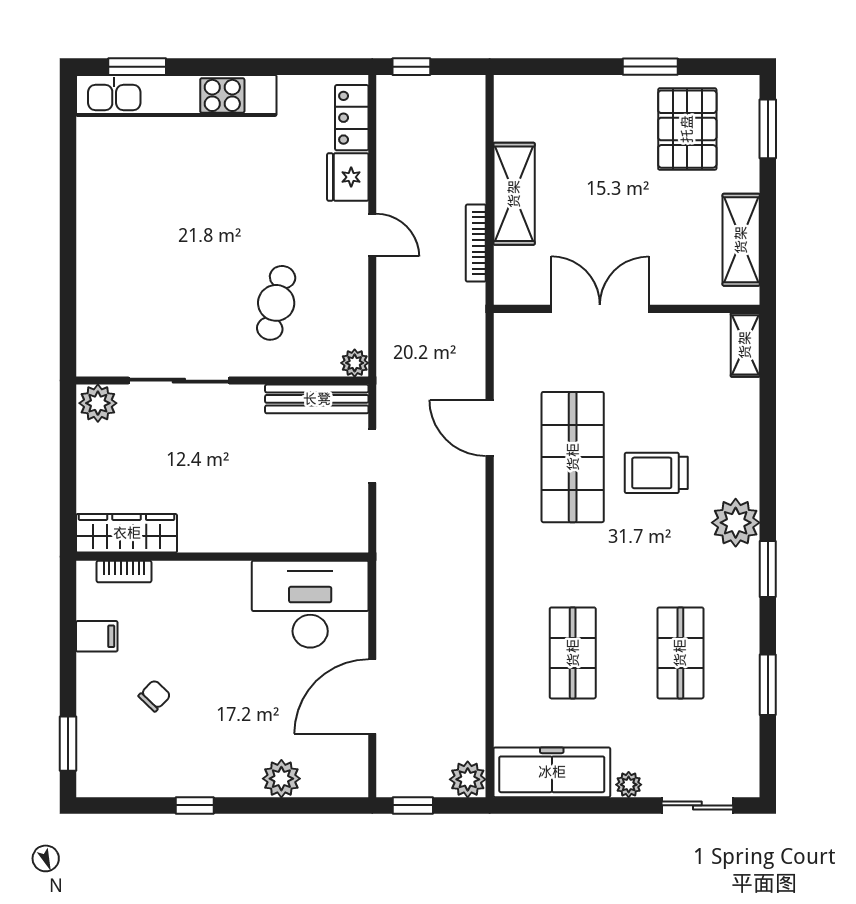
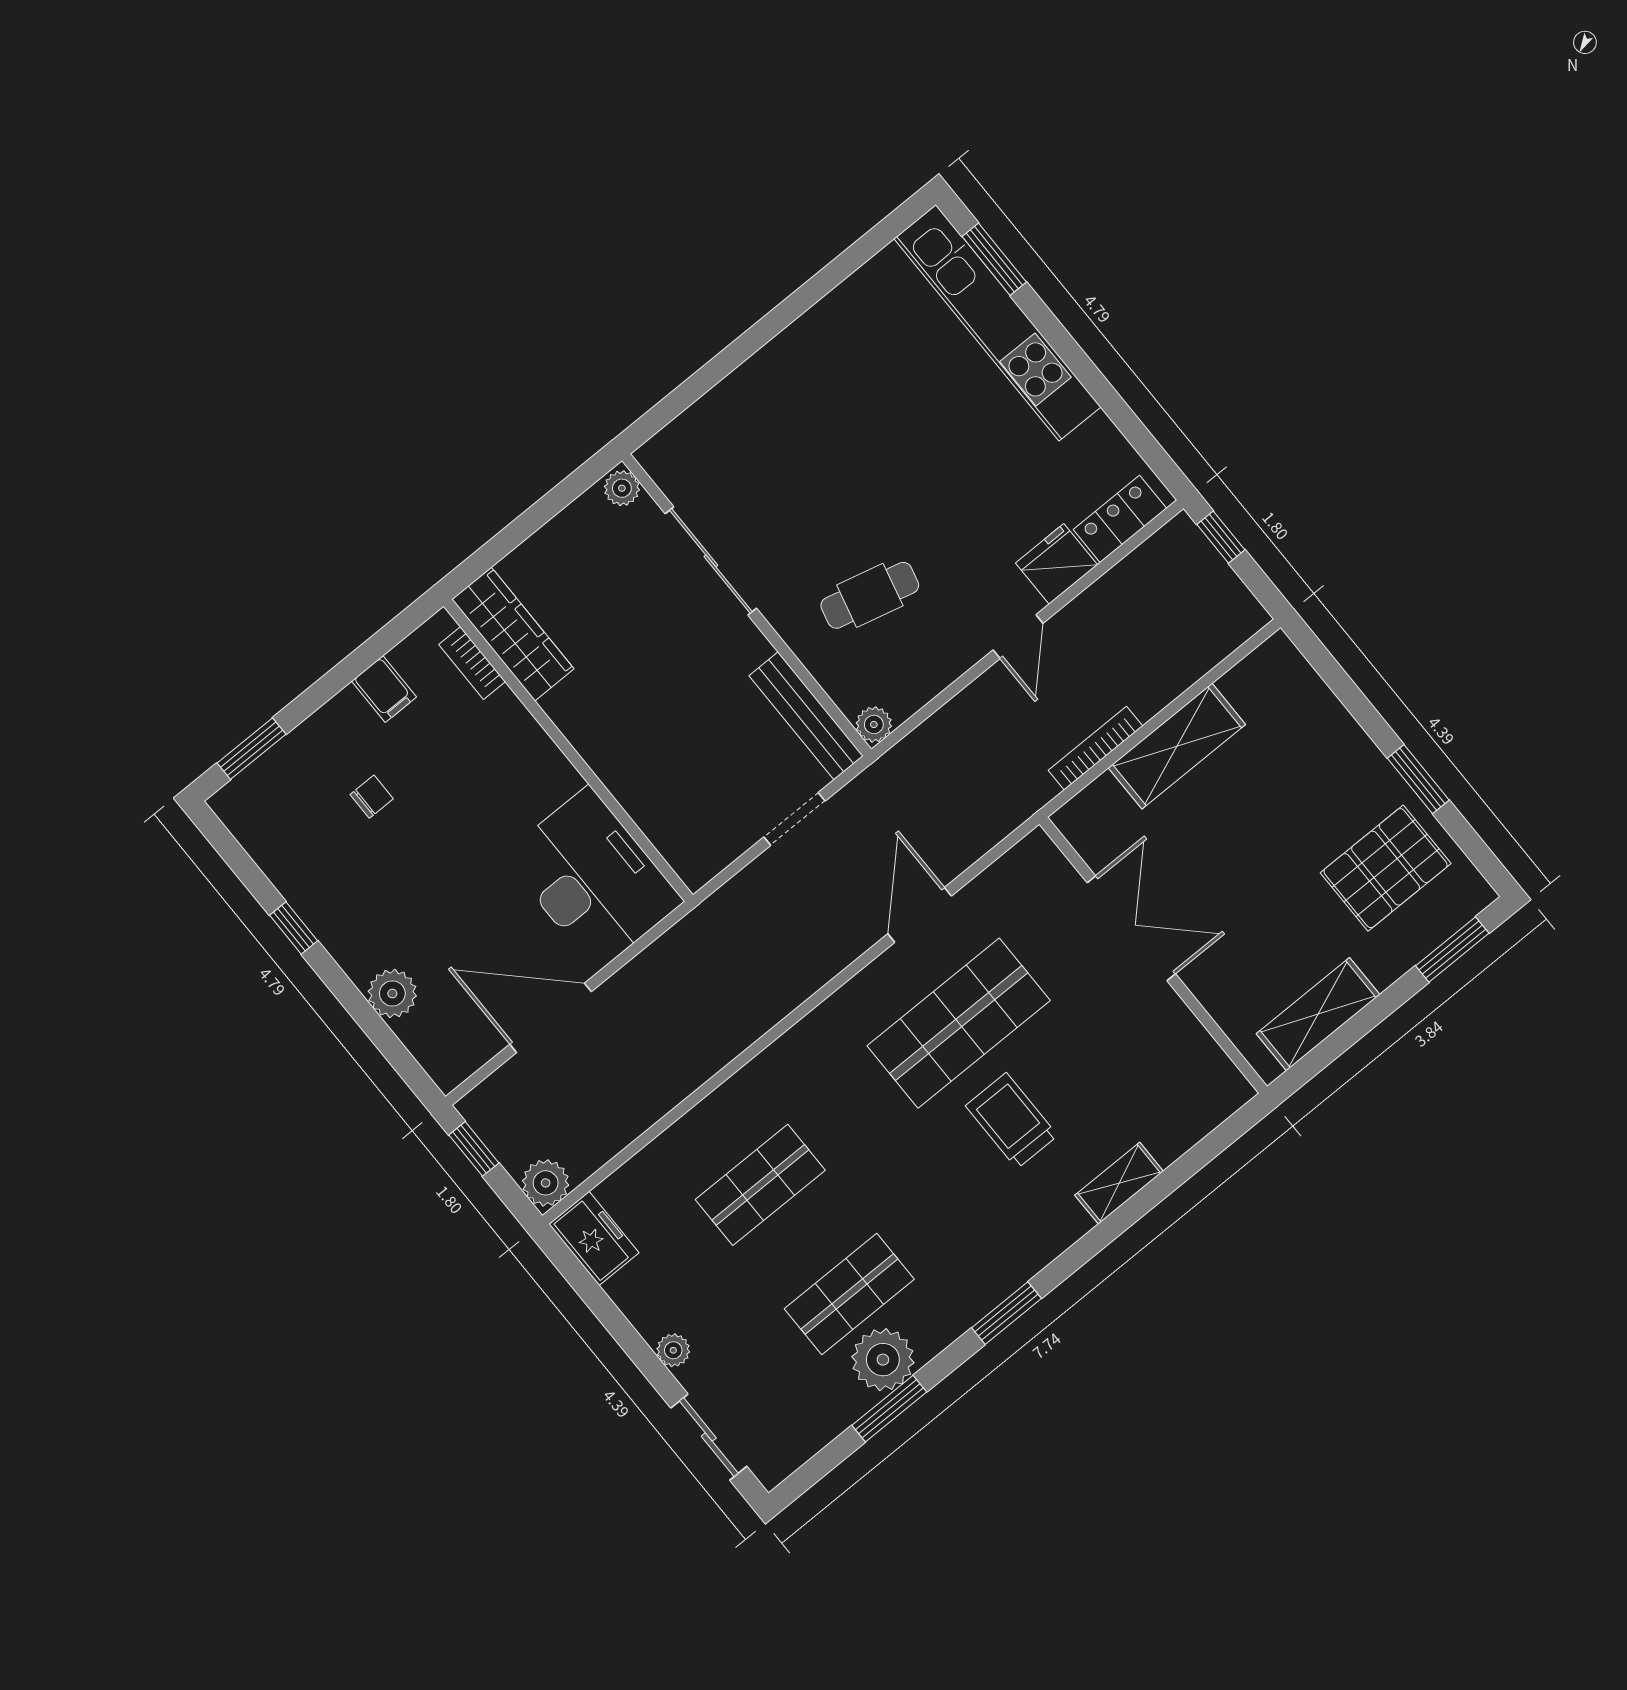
shelving: (745, 345) -> (1119, 1183), moved
plant: (98, 403) -> (622, 488), width x0.73, depth x0.73
plant: (736, 523) -> (883, 1360), moved
chair: (155, 696) -> (372, 797), turned -44
freezer: (552, 772) -> (594, 1238), width x0.52, depth x0.79

